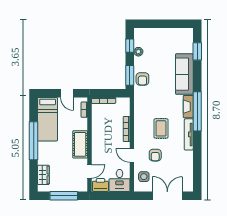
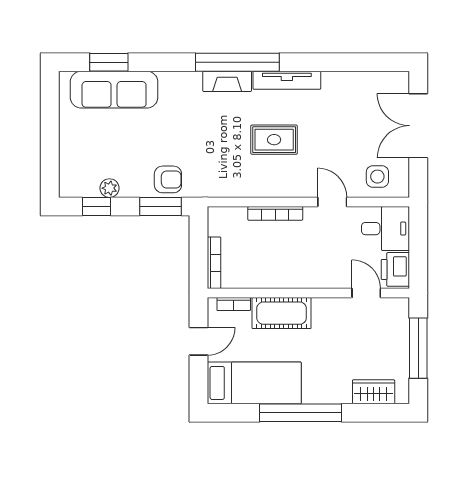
sofa: (184, 74) -> (114, 90), moved
cot: (80, 144) -> (282, 313), moved
armchair: (155, 155) -> (331, 152), removed
door: (132, 156) -> (332, 202), swing flipped

